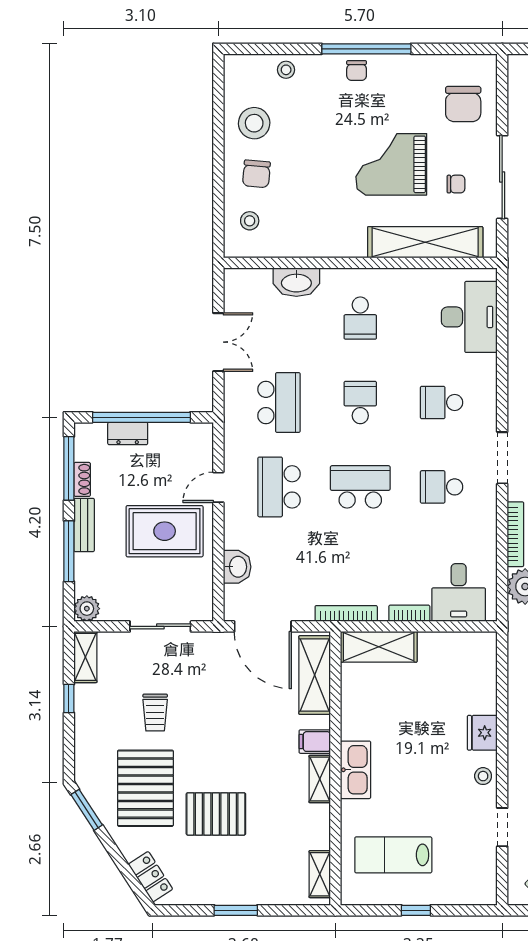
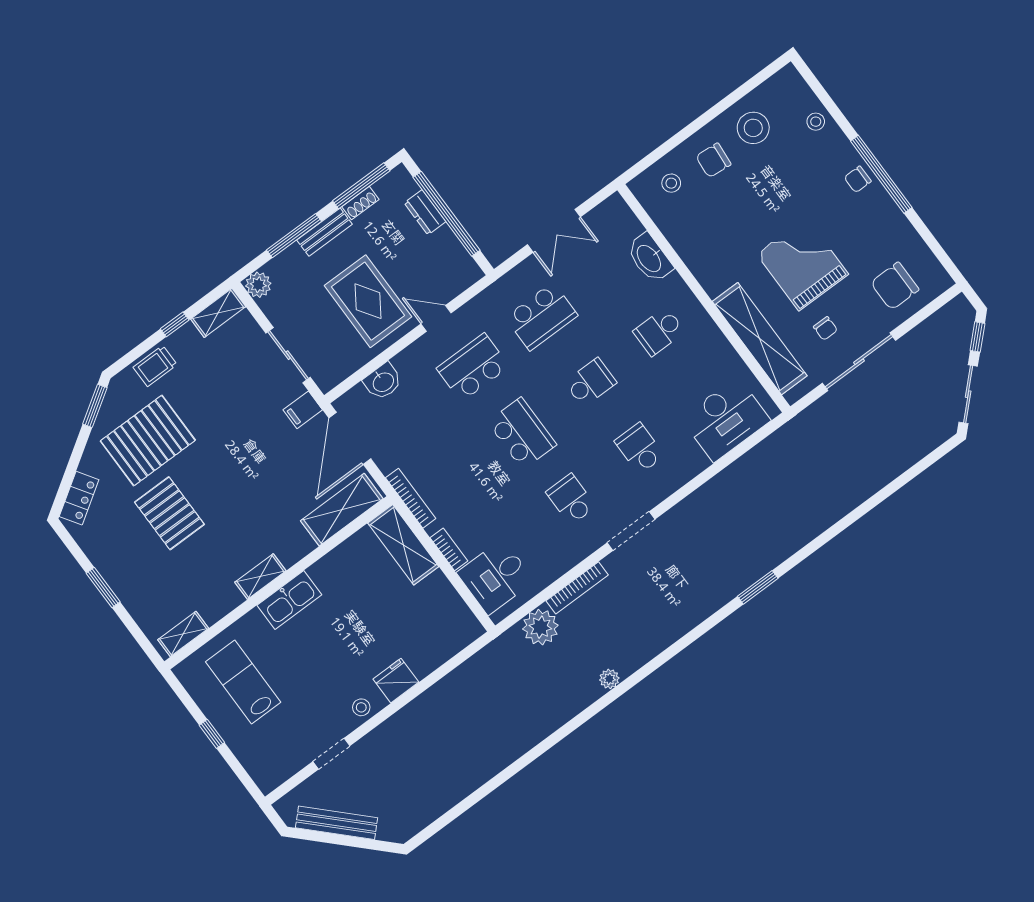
trolley: (155, 713) -> (155, 366), moved
filing cabinet: (315, 742) -> (303, 410), moved, turned -90

